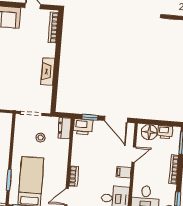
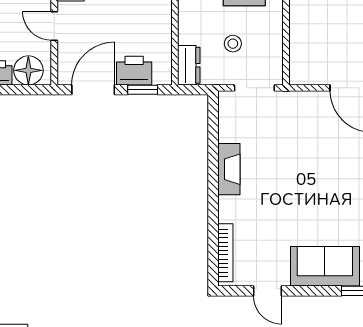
door: (116, 119) -> (93, 90), hinge flipped
printer: (83, 127) -> (134, 71), moved
door: (134, 154) -> (54, 26), hinge flipped

